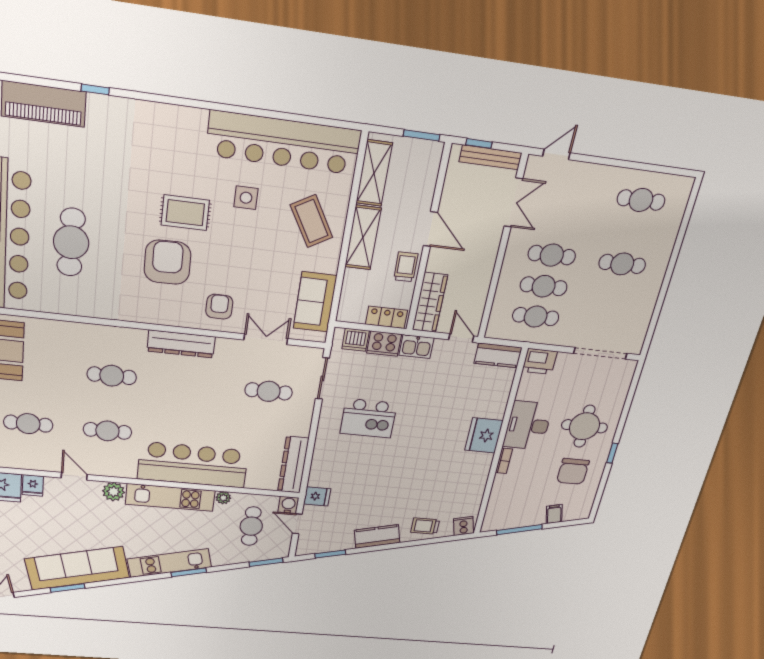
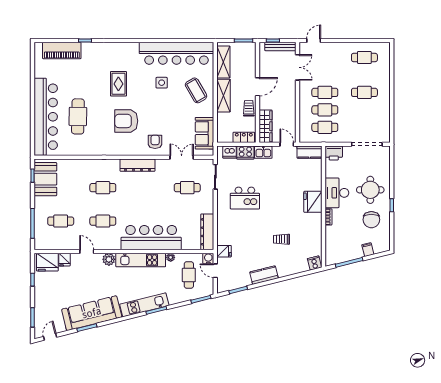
rug: (185, 213) -> (118, 84), moved, turned 90
door: (430, 229) -> (258, 87), hinge flipped
armchair: (167, 262) -> (126, 121), turned -89
trolley: (425, 526) -> (281, 239), moved

